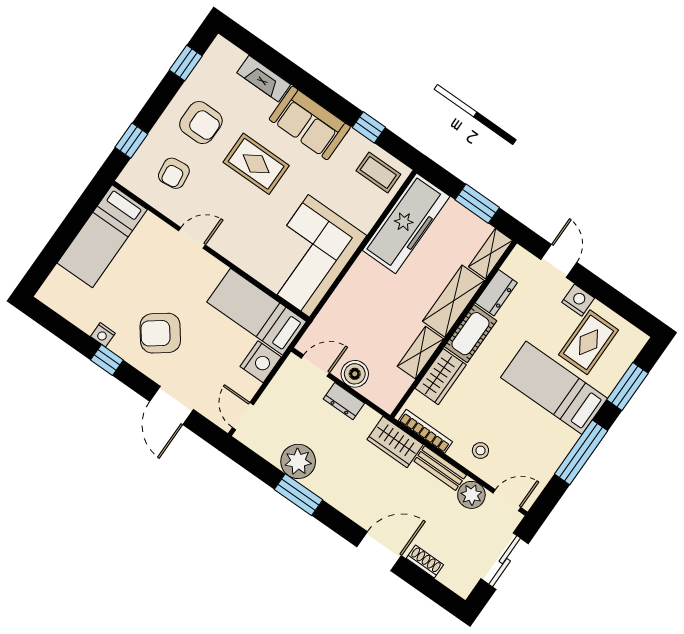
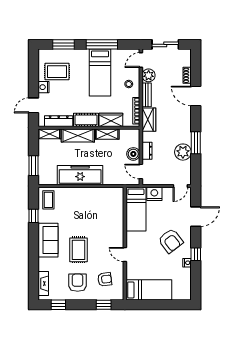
fireplace: (264, 79) -> (43, 284), moved
window: (477, 204) -> (33, 166), moved
freezer: (406, 223) -> (80, 175), moved
corner sofa: (309, 256) -> (100, 204), removed
dresser: (496, 293) -> (59, 121), width x1.44
bed: (554, 388) -> (100, 73), moved
door: (507, 500) -> (141, 60), hinge flipped

